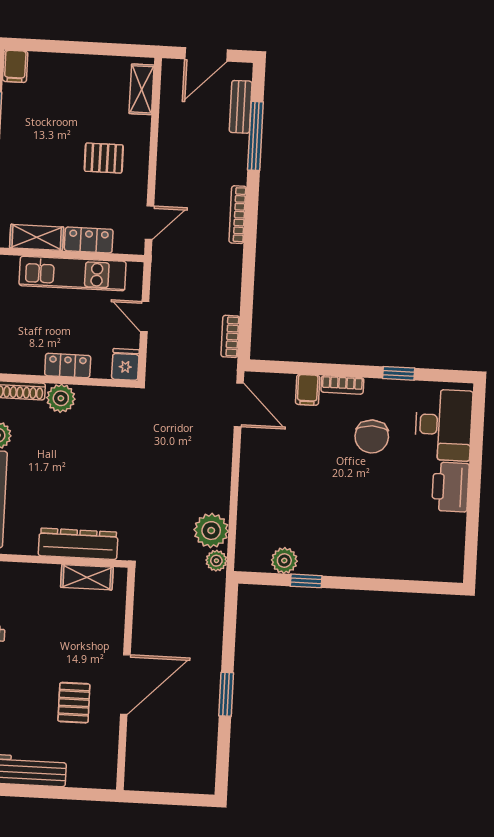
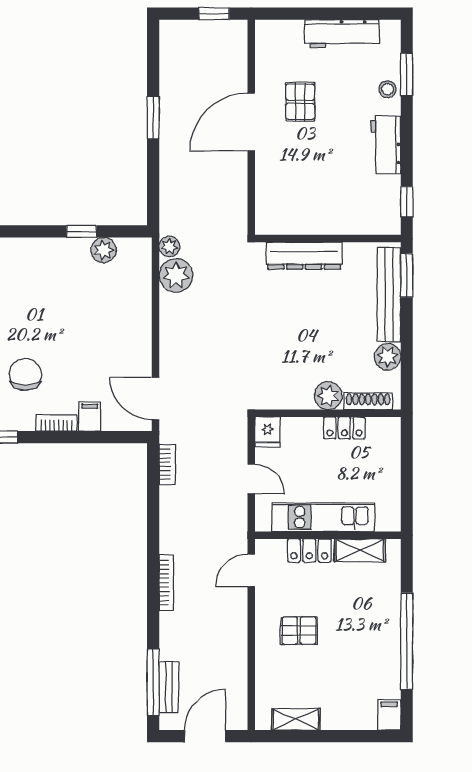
shelving: (142, 89) -> (296, 719), moved, turned 90
window: (255, 136) -> (153, 682), moved
locker: (68, 366) -> (344, 428), moved
shelving: (87, 577) -> (294, 224), removed
window: (158, 798) -> (214, 14), added

